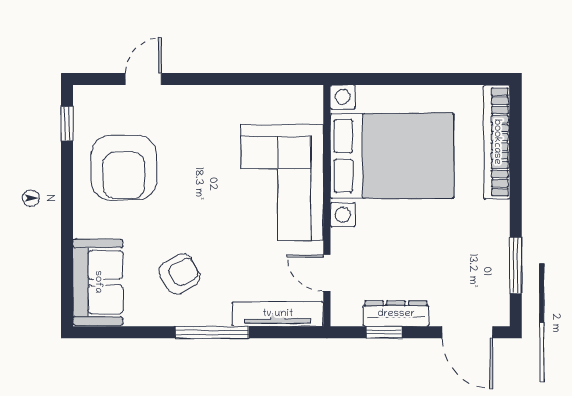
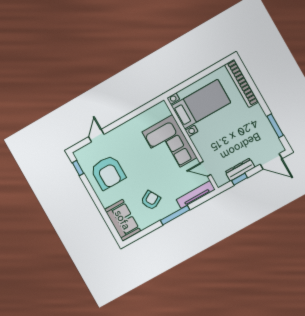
bed with nightstands: (392, 156) -> (201, 104), width x0.73

